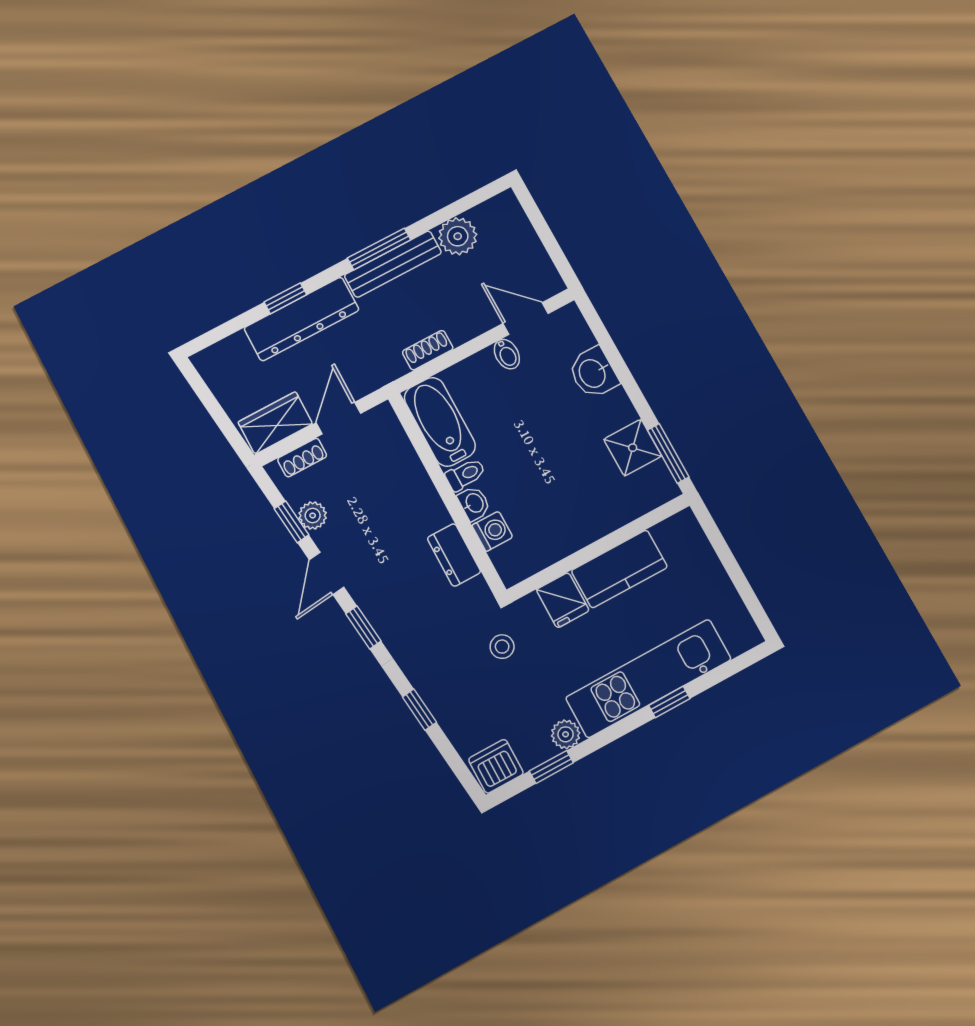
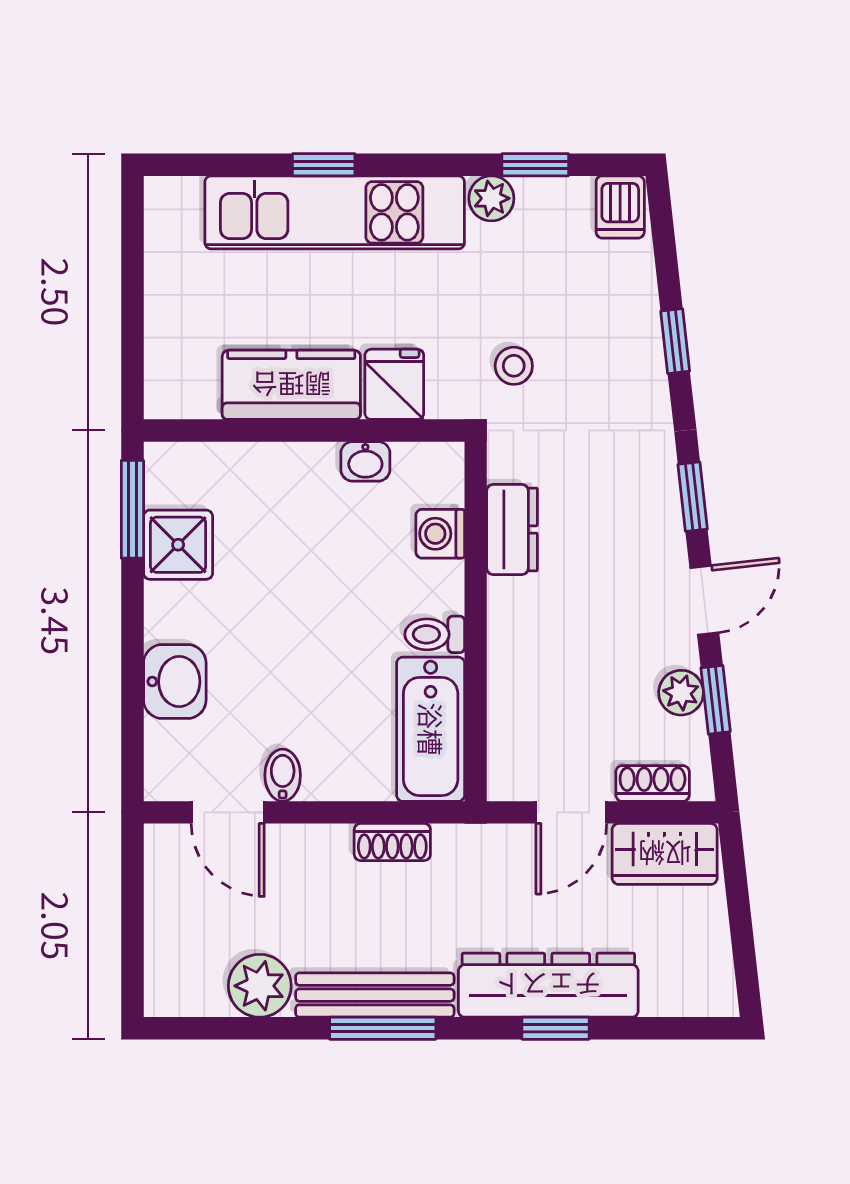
washbasin: (474, 503) -> (365, 461), moved, turned -90
dishwasher: (496, 766) -> (620, 207), width x0.73

